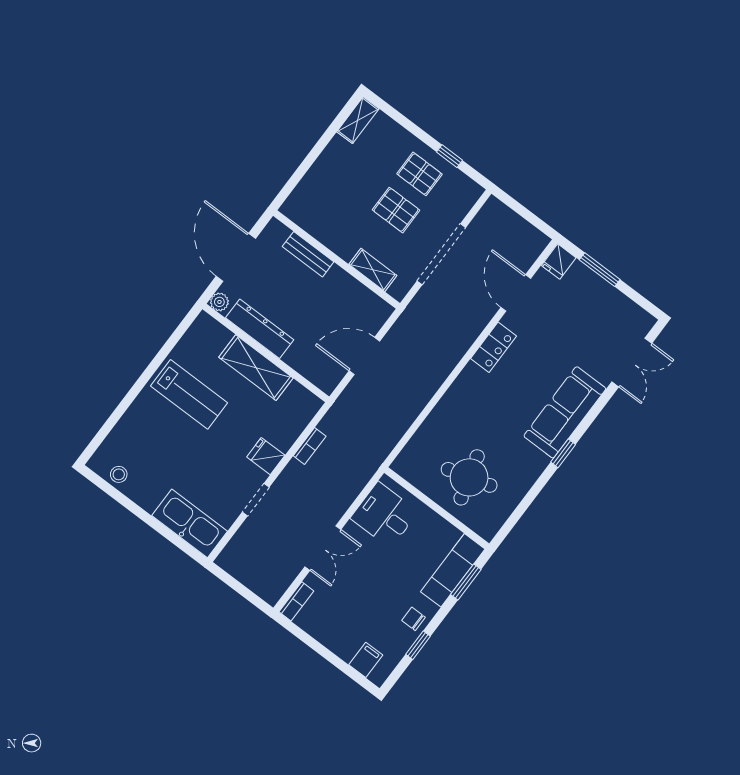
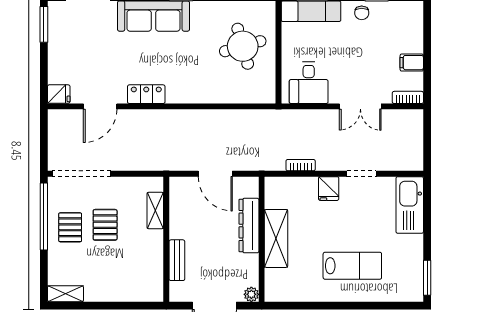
window: (450, 156) -> (44, 217), width x3.17
doorway: (441, 254) -> (82, 174), moved
window: (600, 270) -> (44, 24), moved
dresser: (260, 329) -> (249, 226), moved
lab bench: (189, 394) -> (352, 266), moved, turned 90
stool: (119, 474) -> (413, 275), removed
window: (105, 486) -> (427, 278), added
double door: (323, 548) -> (360, 106), swing flipped
filing cabinet: (366, 660) -> (412, 63), moved

